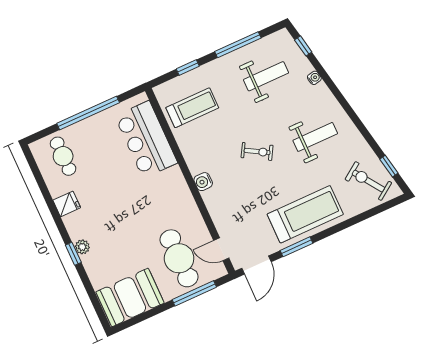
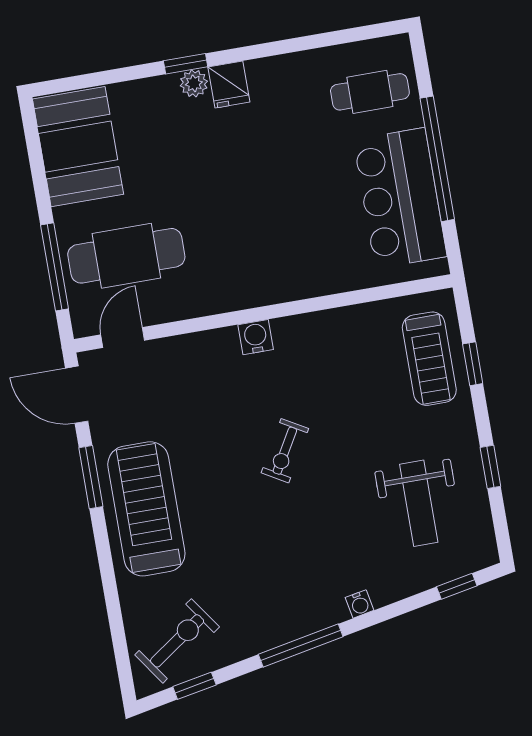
window: (238, 45) -> (490, 467), width x0.46
water cooler: (314, 78) -> (360, 604), moved
treadmill: (192, 108) -> (429, 359), moved
window: (354, 117) -> (301, 645), added
weight bench: (315, 137) -> (284, 564), removed
bar counter: (146, 139) -> (400, 198), moved, turned -90
fridge: (67, 204) -> (229, 85), moved
treadmill: (305, 214) -> (146, 509), turned 180

